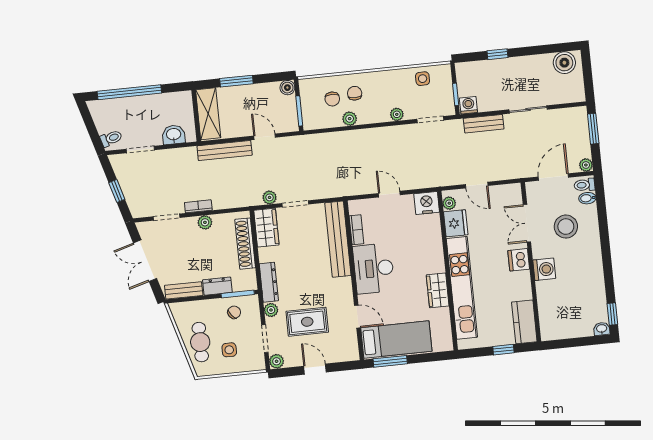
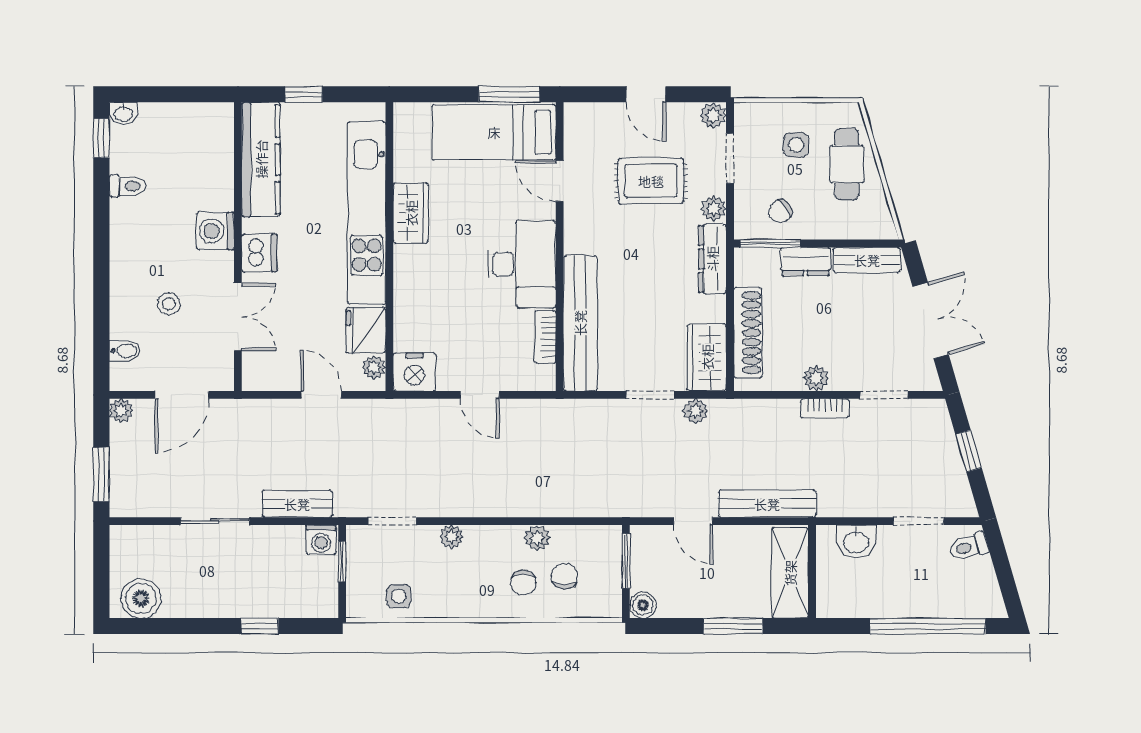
toilet: (584, 185) -> (127, 186), moved
stool: (566, 227) -> (169, 304), width x0.53, depth x0.53
kitchen counter: (524, 322) -> (261, 159), width x1.50

